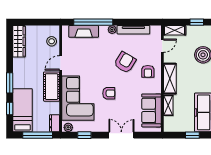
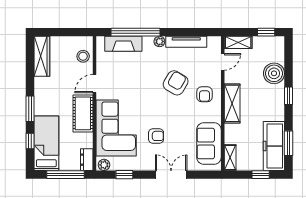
armchair: (109, 93) -> (156, 136), moved
shelving: (168, 105) -> (230, 158), moved

